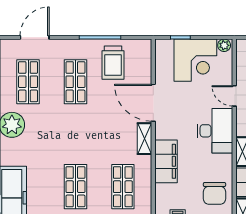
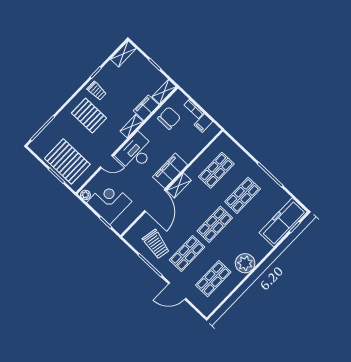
door: (35, 37) -> (177, 291), moved
trolley: (113, 63) -> (156, 244), turned 101
door: (234, 96) -> (107, 162), hinge flipped
shop shelf: (75, 134) -> (215, 224), added
filing cabinet: (166, 161) -> (170, 171), moved

